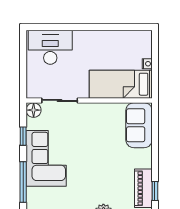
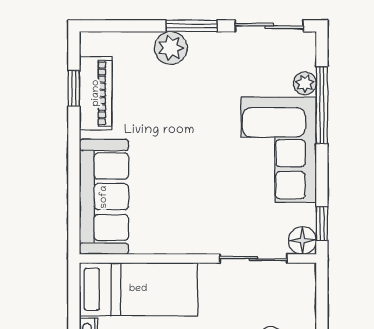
sofa: (139, 125) -> (104, 197), width x1.36
window: (23, 136) -> (322, 224), moved
plant: (32, 194) -> (305, 83), added

